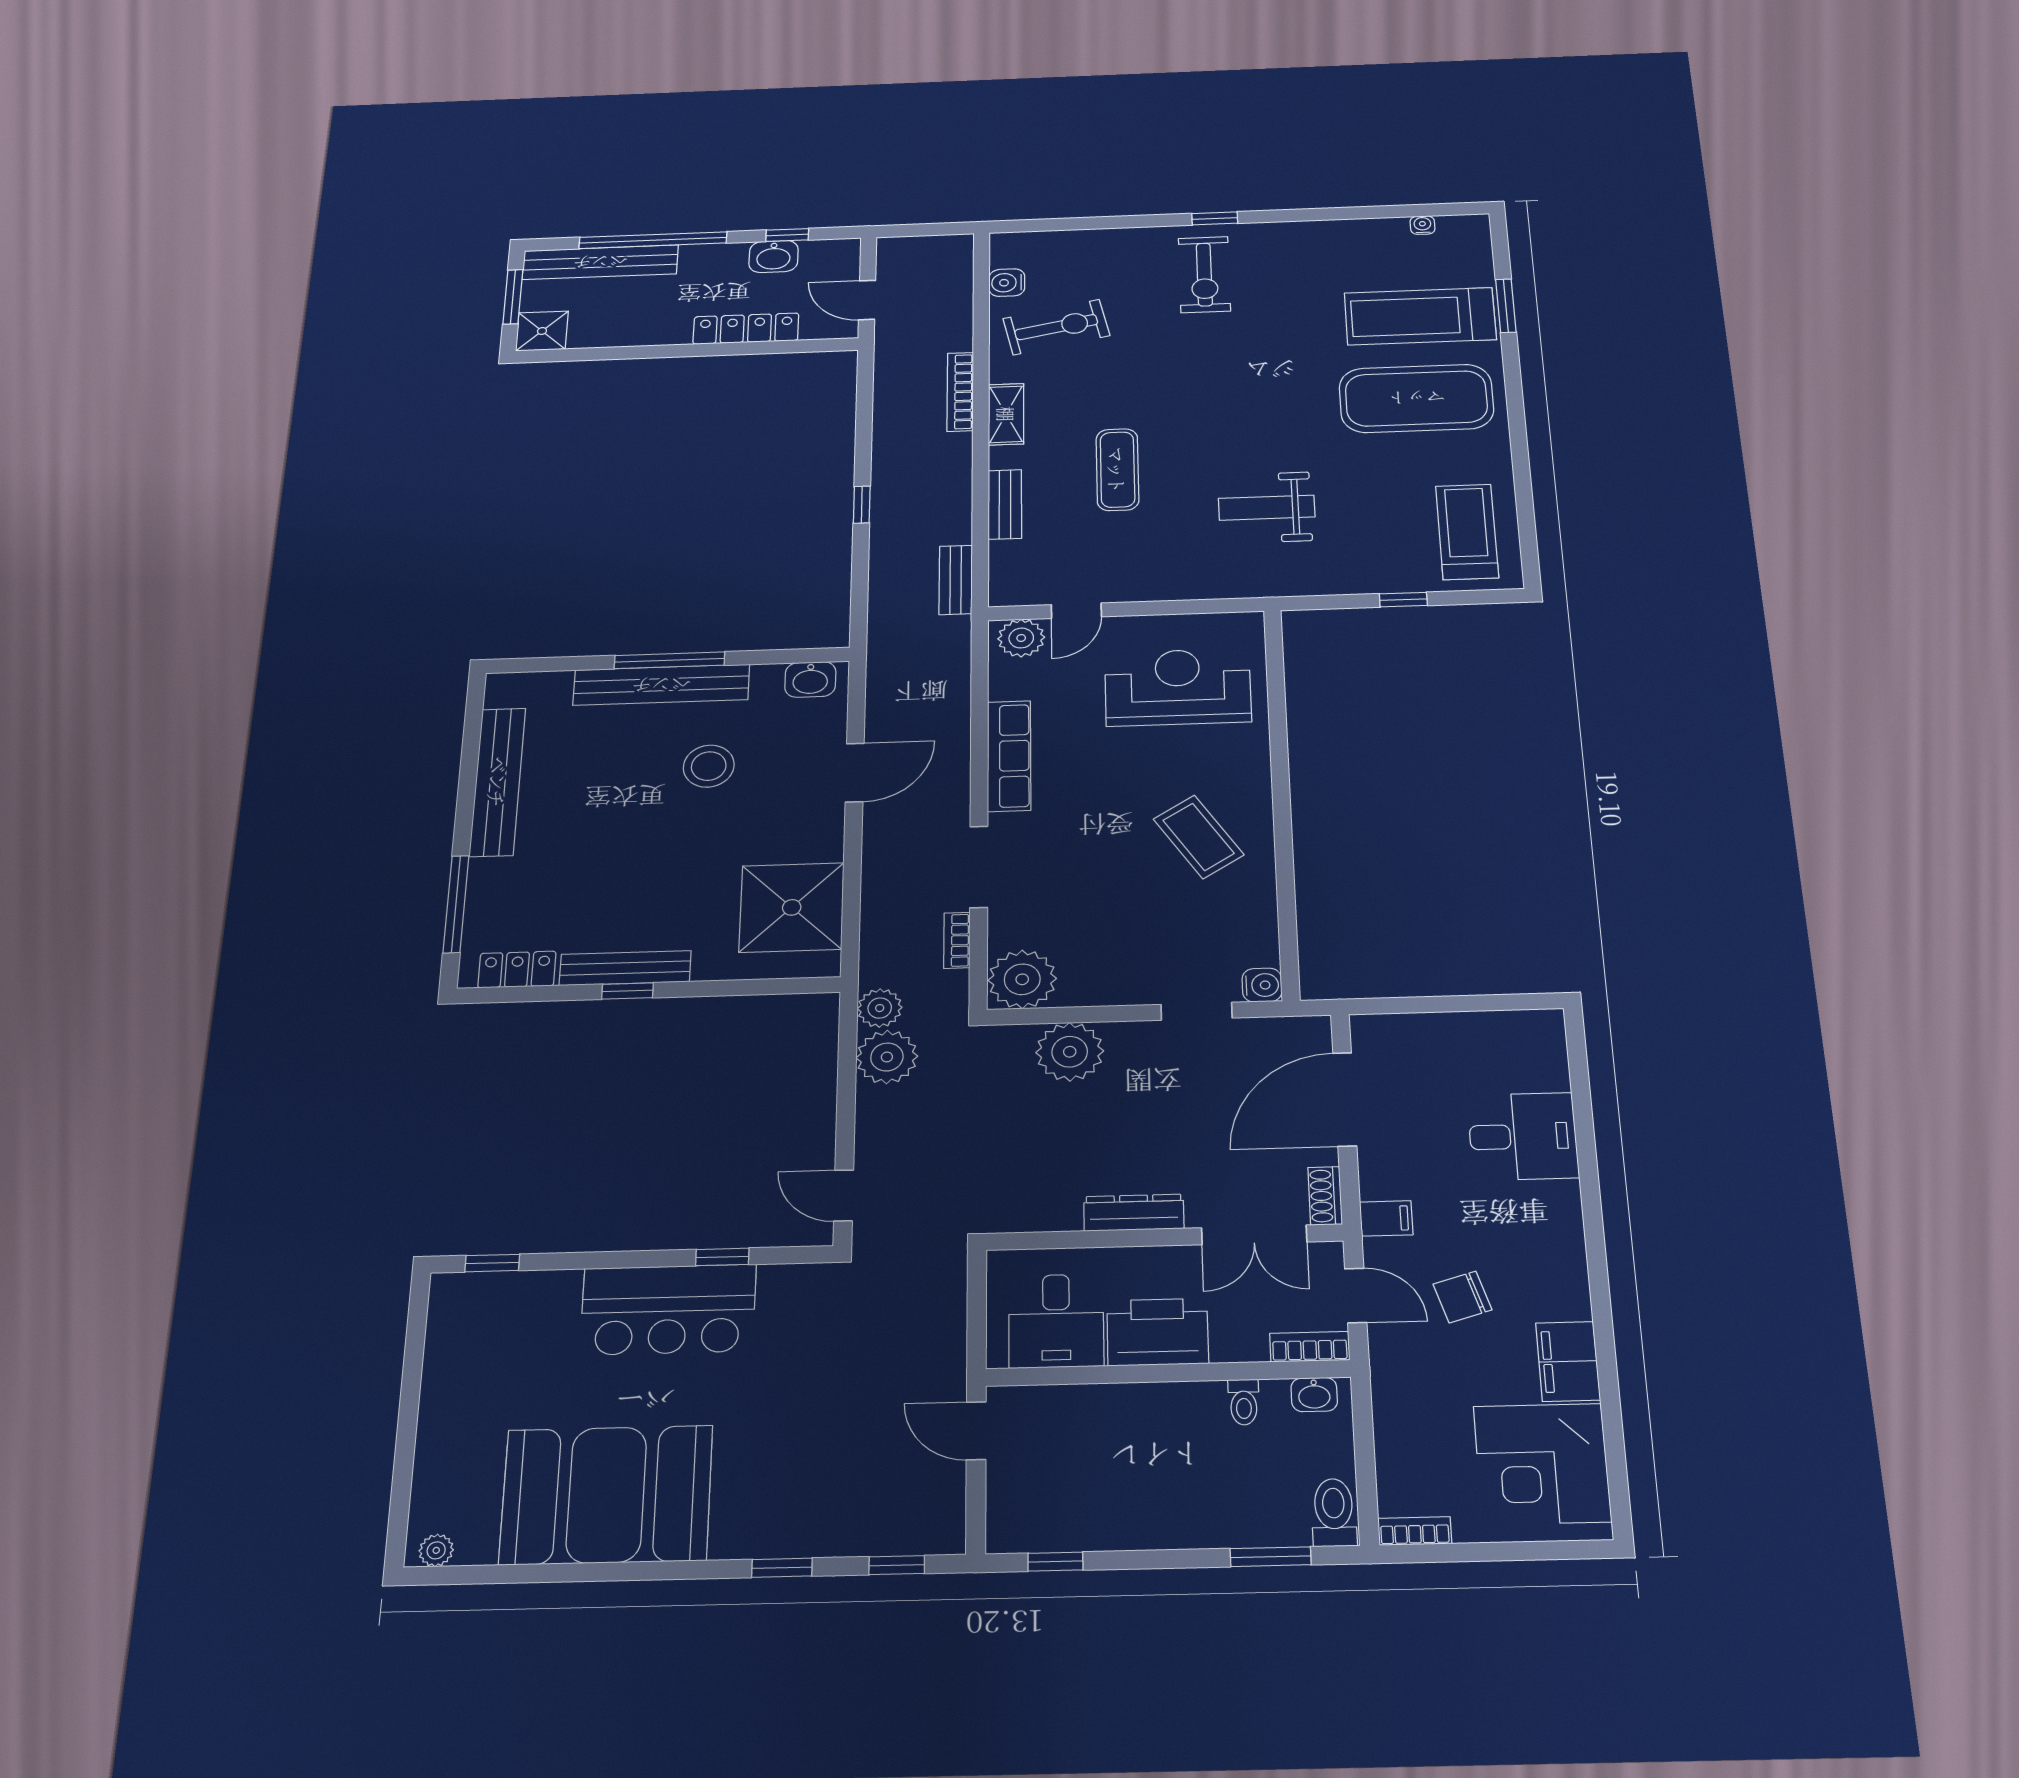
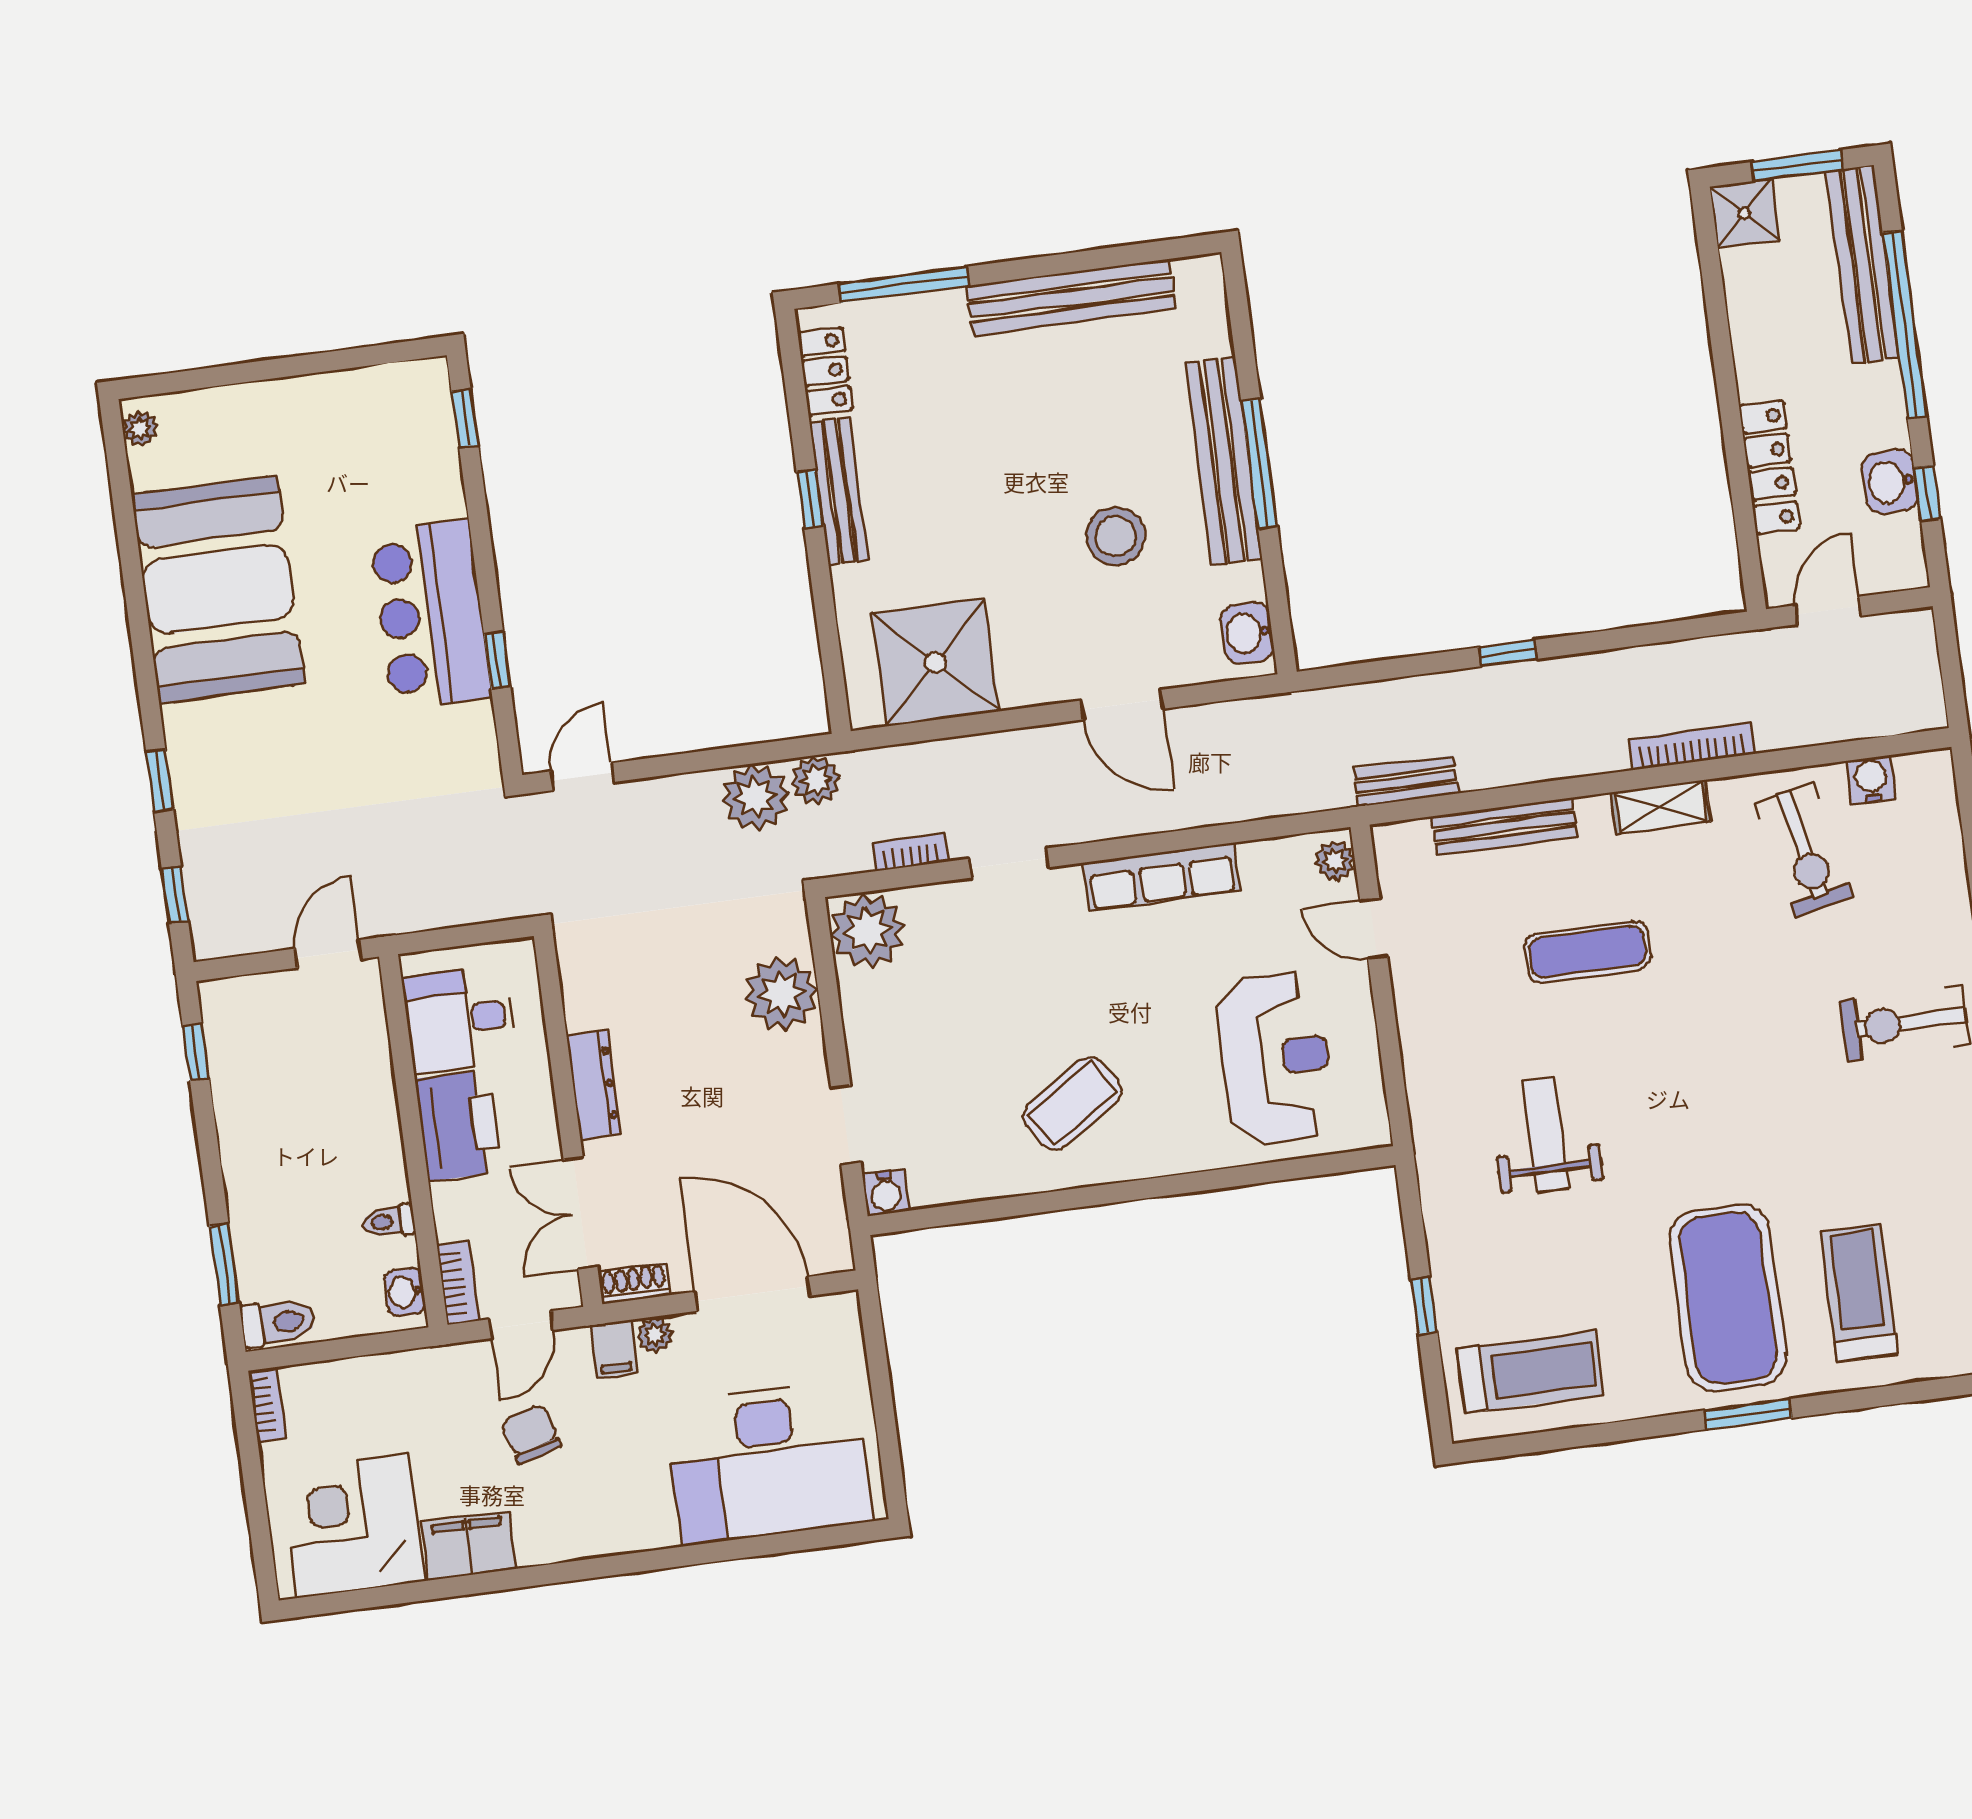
window: (1506, 306) -> (1748, 1414), moved
treadmill: (1420, 316) -> (1859, 1293), width x0.73, depth x0.73
bench: (1005, 504) -> (1504, 827), width x1.36
plant: (1021, 638) -> (1335, 861), width x0.73, depth x0.73
doorway: (979, 867) -> (1009, 863), width x0.73
desk: (1523, 1136) -> (769, 1462), width x1.87, depth x1.30
plant: (1376, 1183) -> (655, 1335), added

